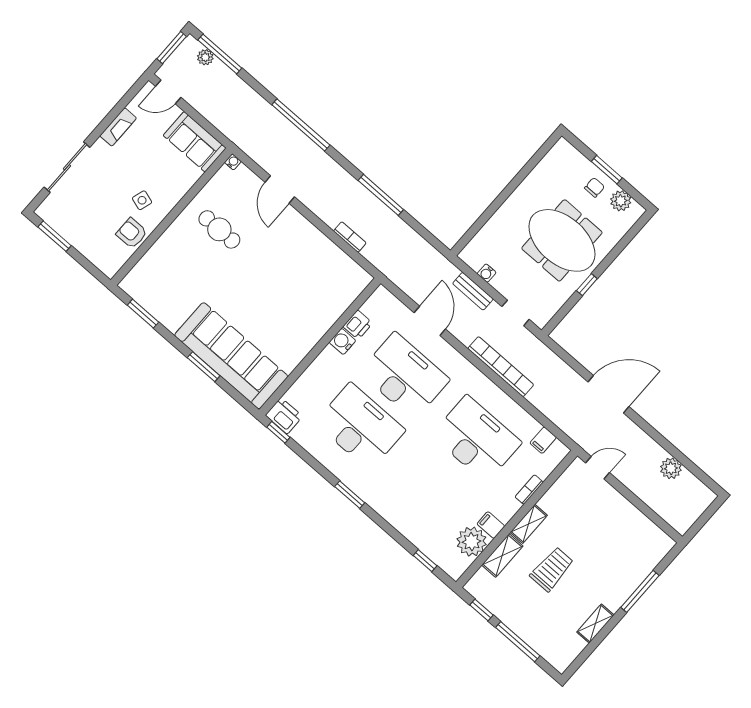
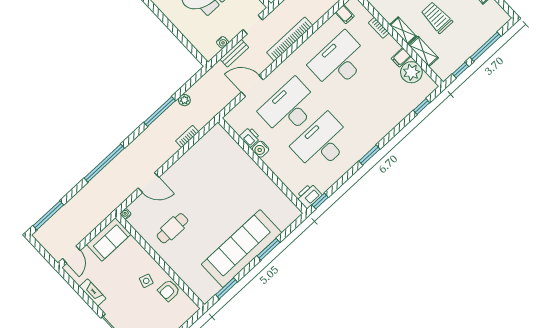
window: (172, 48) -> (40, 249), removed
plant: (205, 57) -> (184, 100), moved
sofa: (231, 356) -> (242, 249), moved

